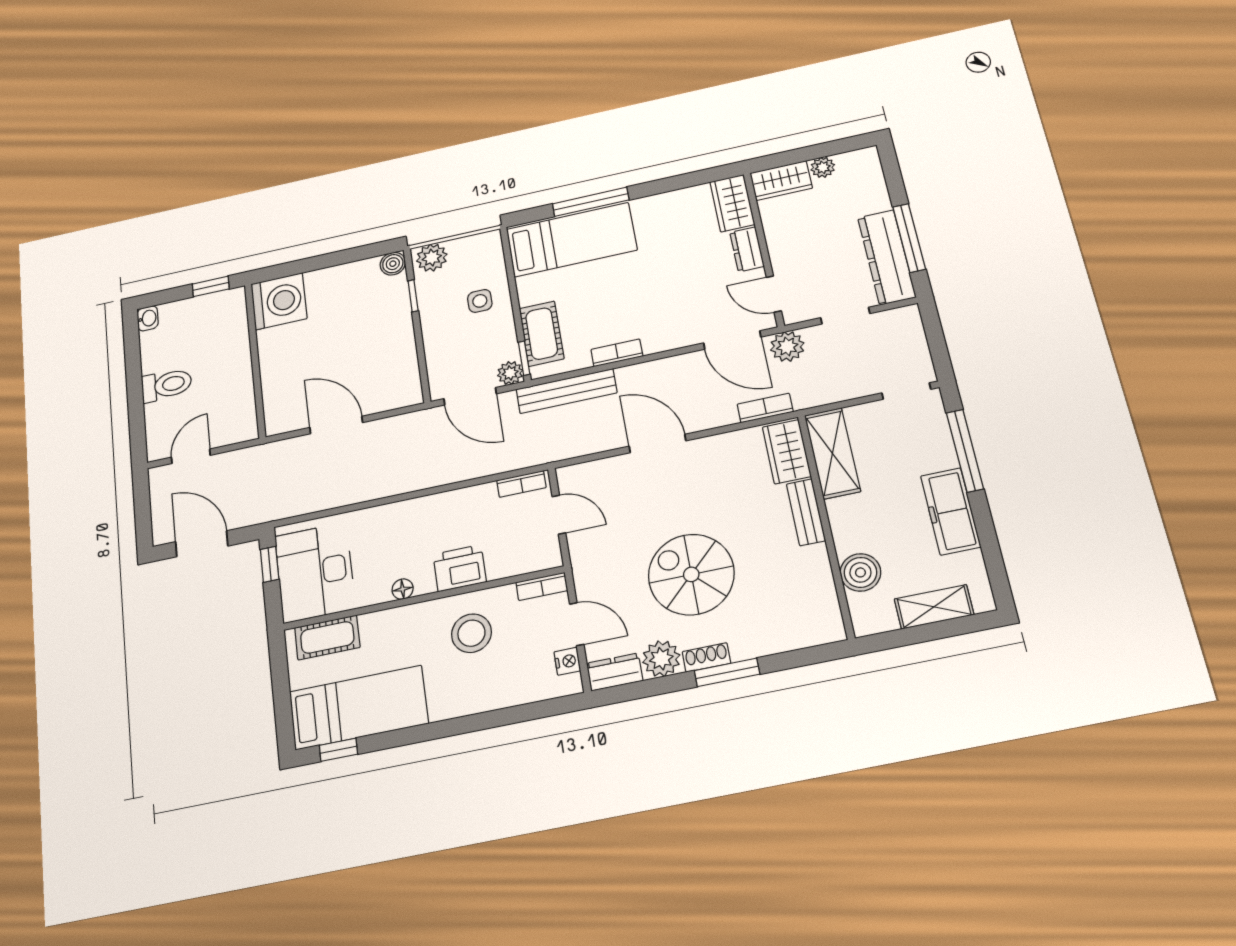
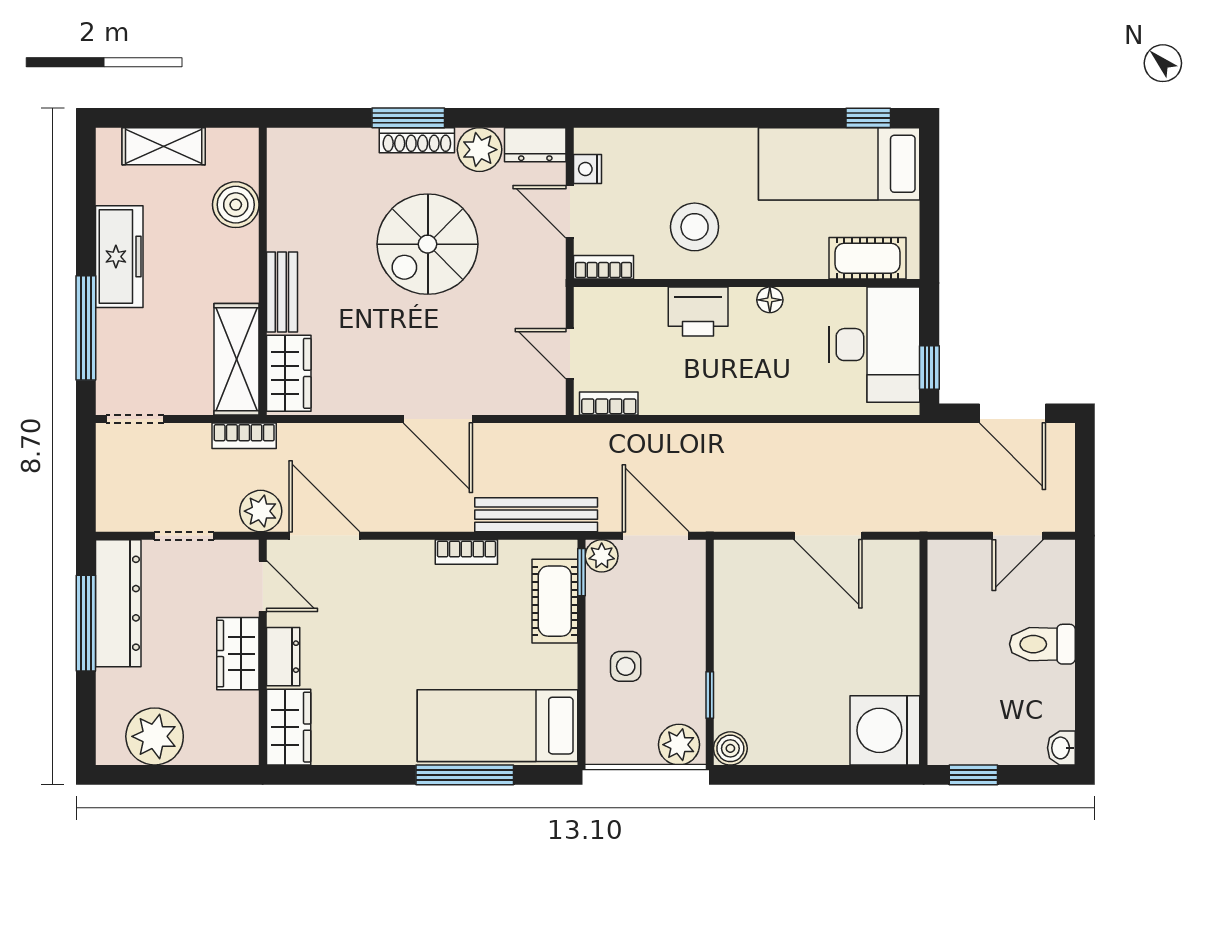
plant: (823, 167) -> (155, 736), width x1.88, depth x1.88
wardrobe: (781, 181) -> (238, 654), moved, turned -90
bookcase: (765, 408) -> (244, 436), moved
spiral stairs: (691, 574) -> (428, 244), turned 90
shoe rack: (706, 657) -> (417, 140), width x1.43

